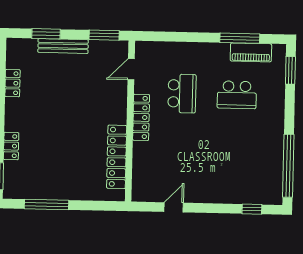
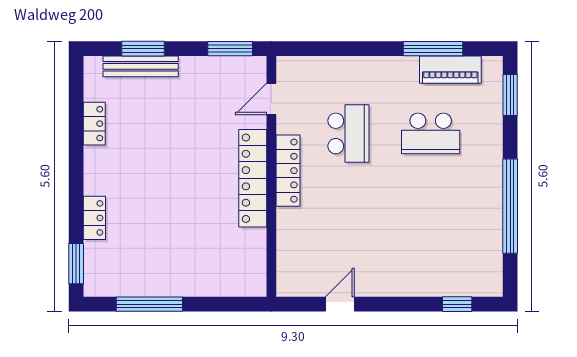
bench: (63, 46) -> (141, 66), moved
locker: (117, 157) -> (253, 178), moved
window: (288, 166) -> (510, 206), moved

